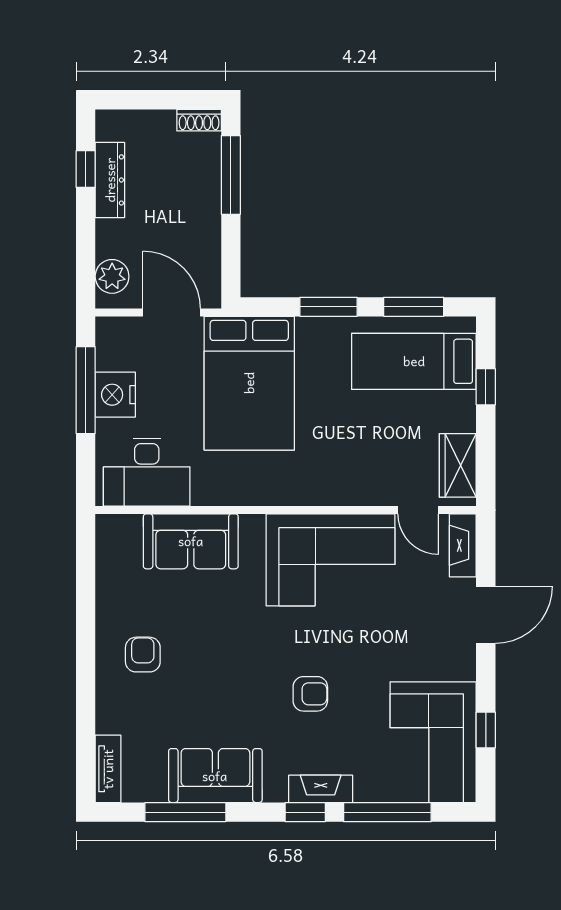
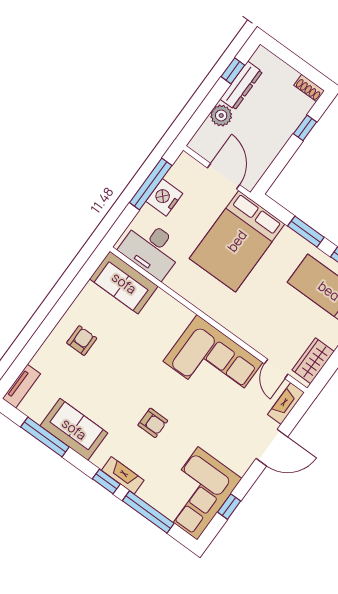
window: (231, 175) -> (305, 128), width x0.46
plant: (112, 276) -> (221, 115), moved
sofa: (191, 541) -> (124, 283), moved

